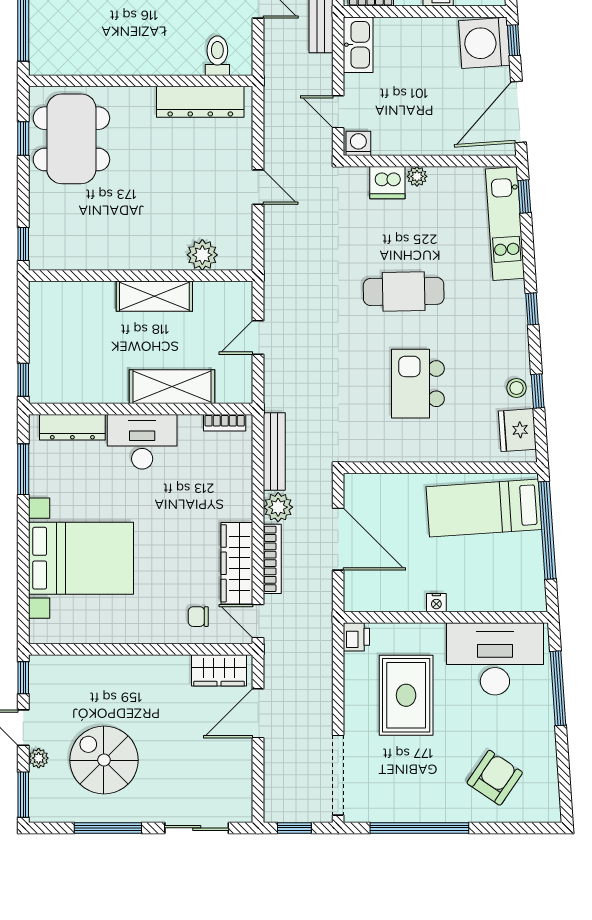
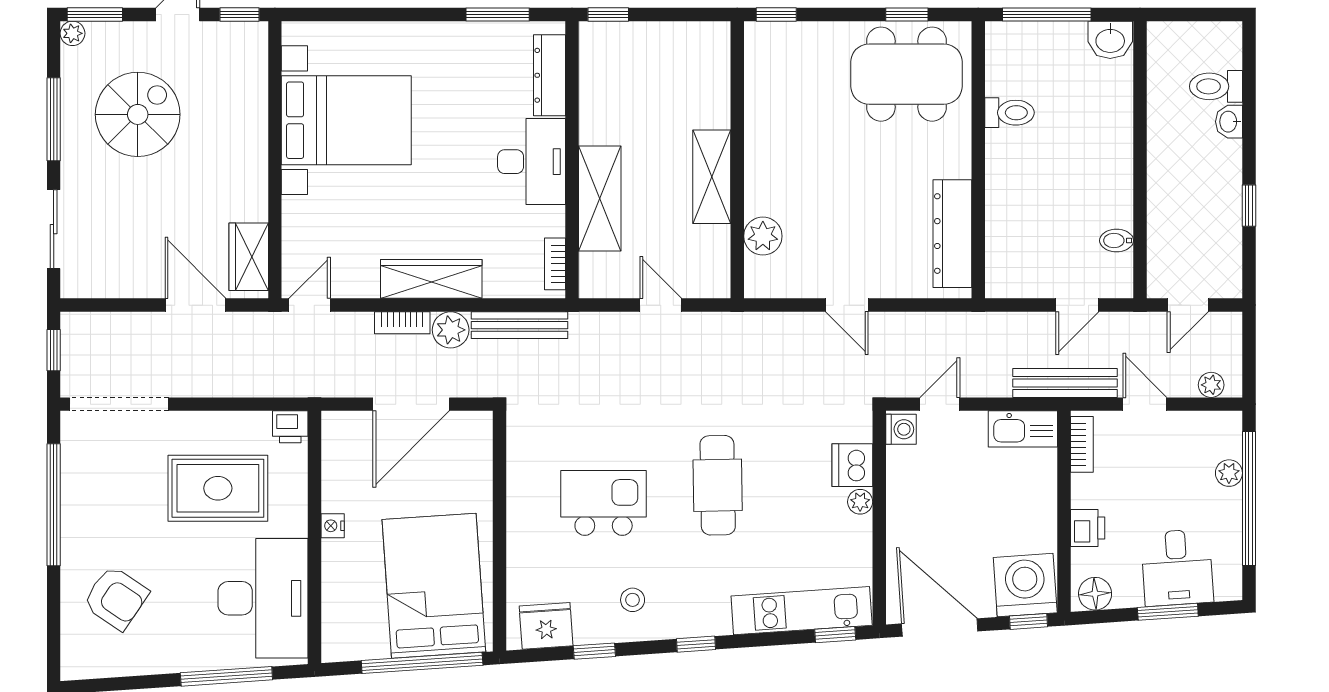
toilet: (217, 56) -> (1009, 113), moved
door: (258, 187) -> (847, 305), hinge flipped
stool: (516, 388) -> (633, 600), moved
bed: (484, 508) -> (434, 586), width x1.50
bed with nightstands: (81, 558) -> (346, 120), moved, turned -90
bookcase: (272, 559) -> (402, 323), width x0.64
wardrobe: (237, 563) -> (431, 279), moved
chair: (198, 617) -> (315, 231), removed
plant: (39, 758) -> (73, 33), moved

